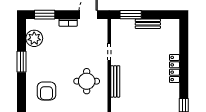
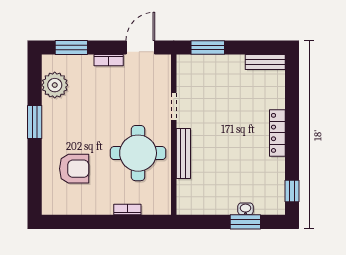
bench: (148, 24) -> (265, 62), moved
round table: (87, 81) -> (138, 153), width x1.36, depth x1.36
armchair: (46, 91) -> (74, 169), turned -90

